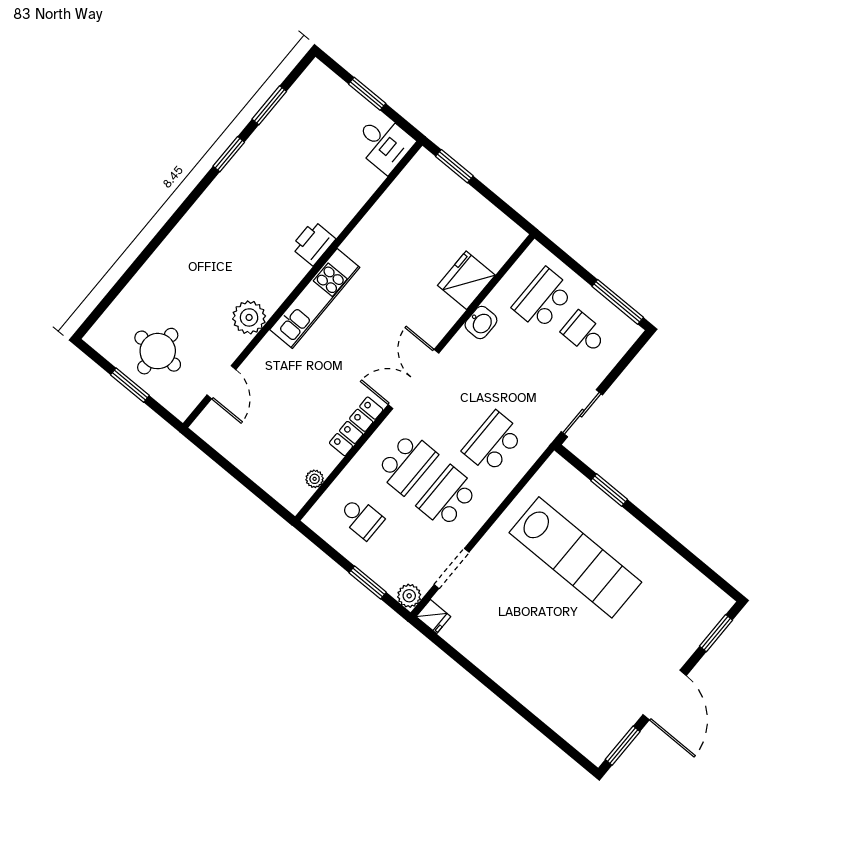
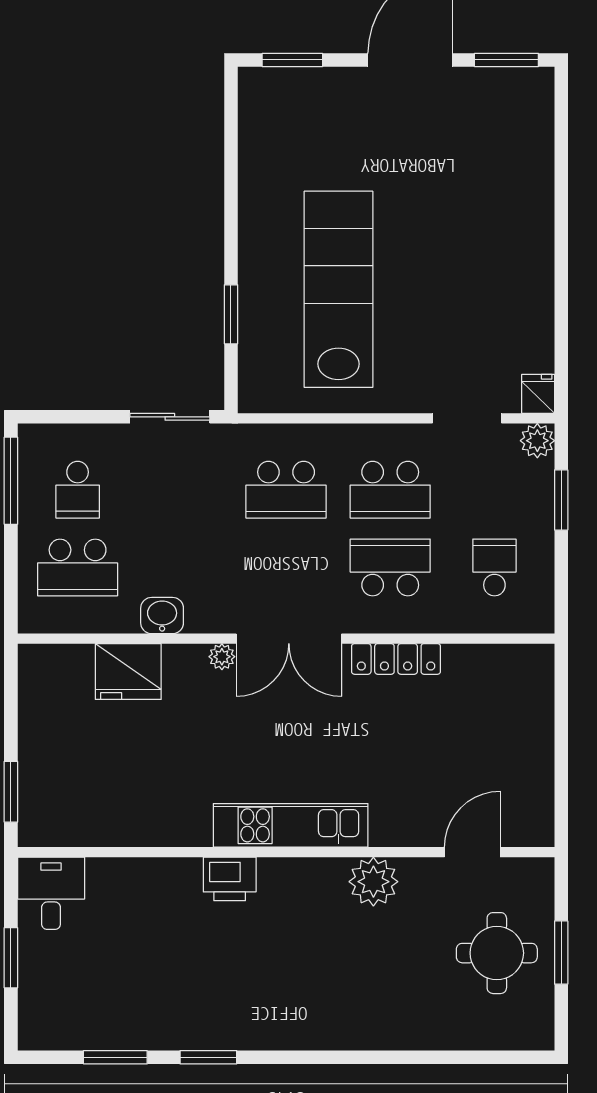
plant: (315, 479) -> (222, 657), moved

